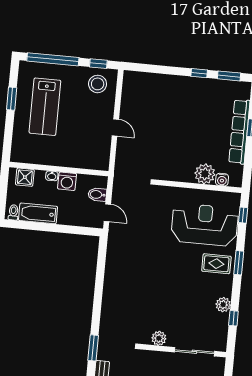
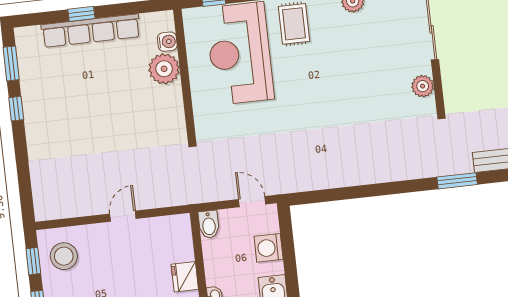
fridge: (68, 159) -> (185, 277), added
washing machine: (67, 181) -> (269, 248), moved, turned 180
bidet: (97, 195) -> (209, 224), moved
door: (107, 213) -> (252, 202), hinge flipped

